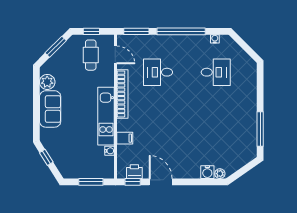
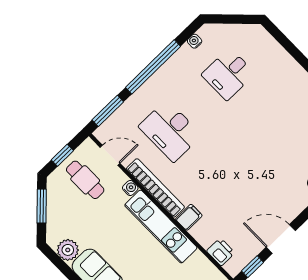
desk: (158, 72) -> (170, 131), width x1.37
desk: (216, 72) -> (228, 74), turned 180
filing cabinet: (125, 138) -> (189, 217), moved
water cooler: (110, 151) -> (130, 188), moved
printer: (134, 172) -> (221, 252), moved, turned 90

